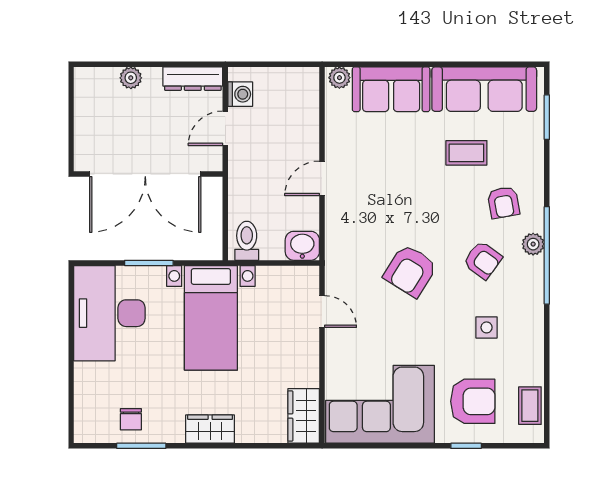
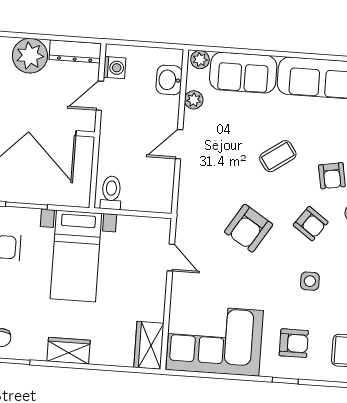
plant: (131, 78) -> (30, 56), width x1.88, depth x1.88
plant: (335, 125) -> (194, 100), added
coffee table: (466, 153) -> (278, 156), moved, turned -35
washbasin: (302, 246) -> (169, 80), moved, turned -90
armchair: (473, 401) -> (294, 343), width x0.72, depth x0.72

